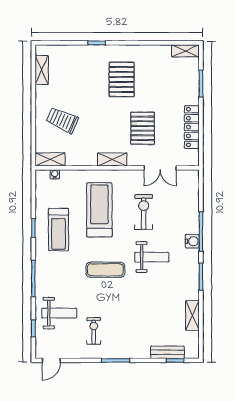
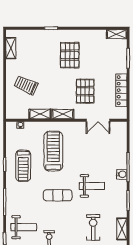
shelving: (50, 159) -> (40, 114), moved
exercise bike: (144, 212) -> (93, 227), moved

